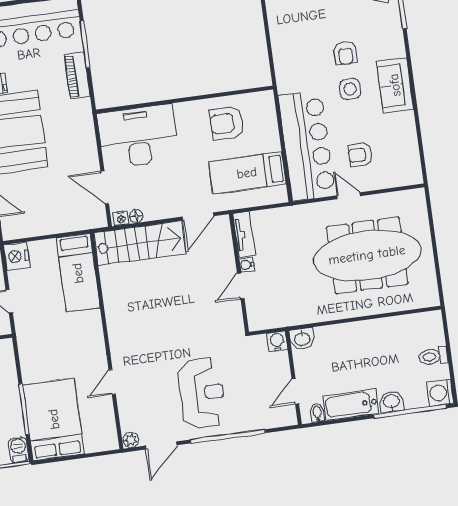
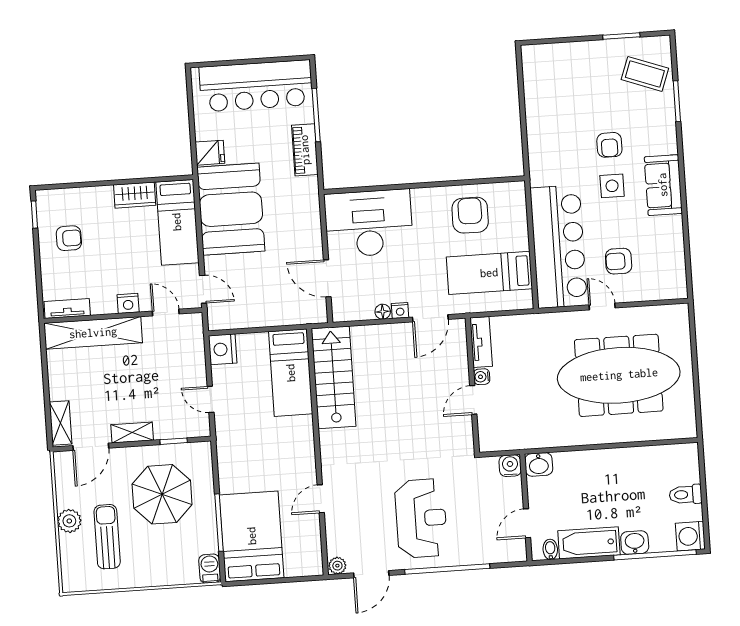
armchair: (227, 123) -> (470, 215), turned 90
floor lamp: (136, 216) -> (383, 312), moved
nightstand: (121, 218) -> (400, 310), moved
stairs: (140, 243) -> (334, 377), moved, turned -90

